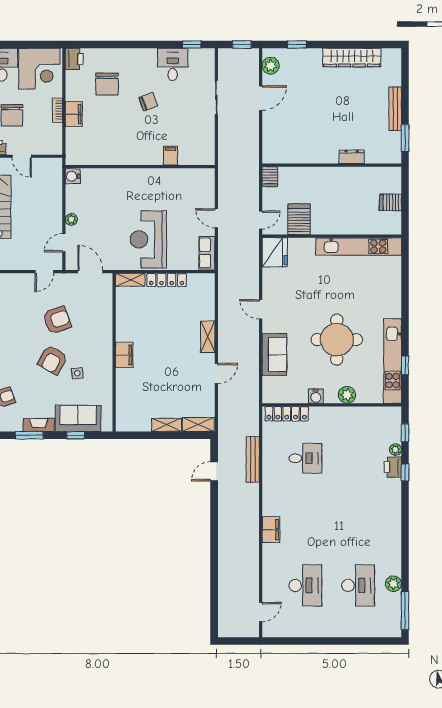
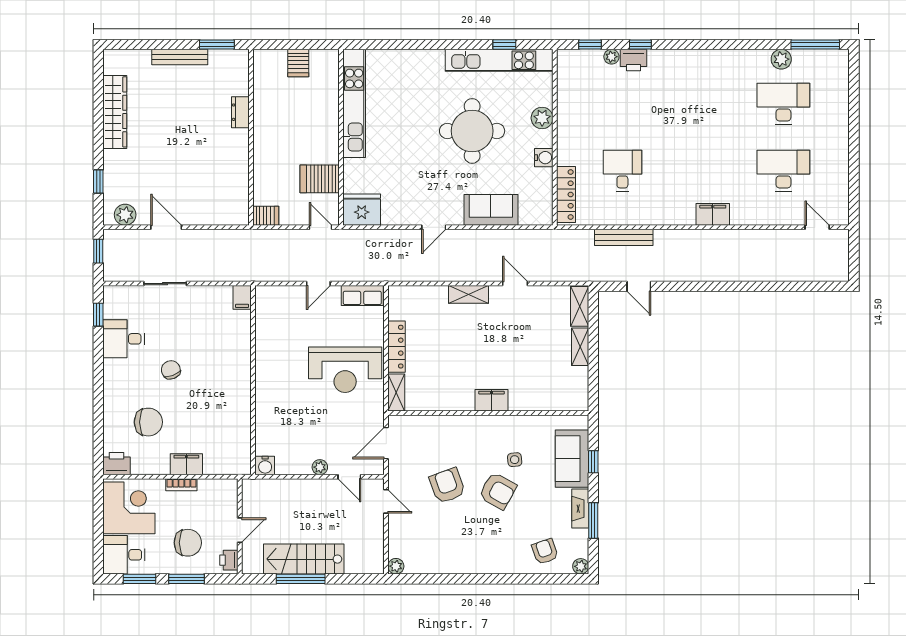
filing cabinet: (171, 156) -> (242, 297), moved, turned -90

